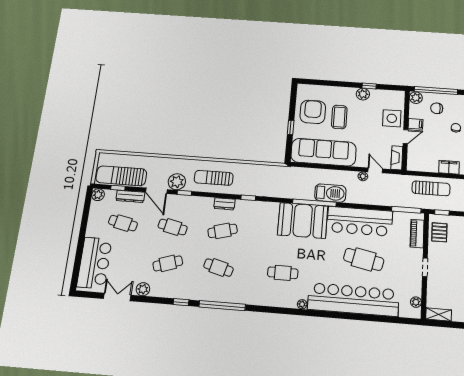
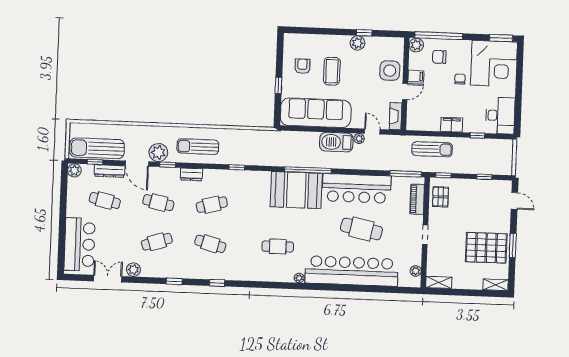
armchair: (313, 112) -> (302, 66), width x0.53, depth x0.53
barbecue: (330, 193) -> (336, 142), moved, turned 180
dresser: (224, 204) -> (191, 174), moved
window: (222, 306) -> (217, 283), width x0.32

